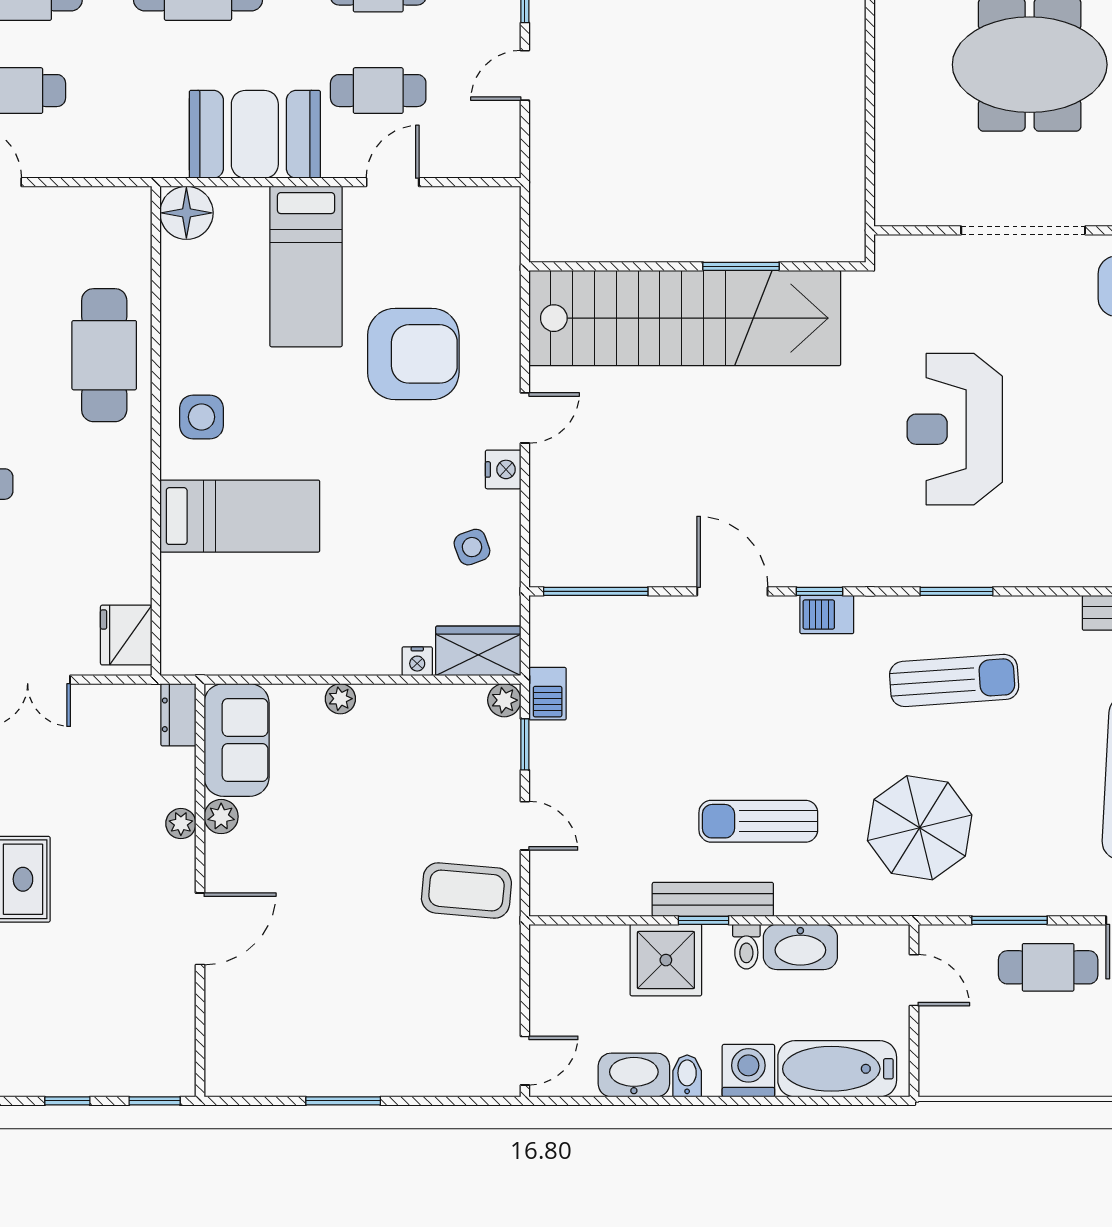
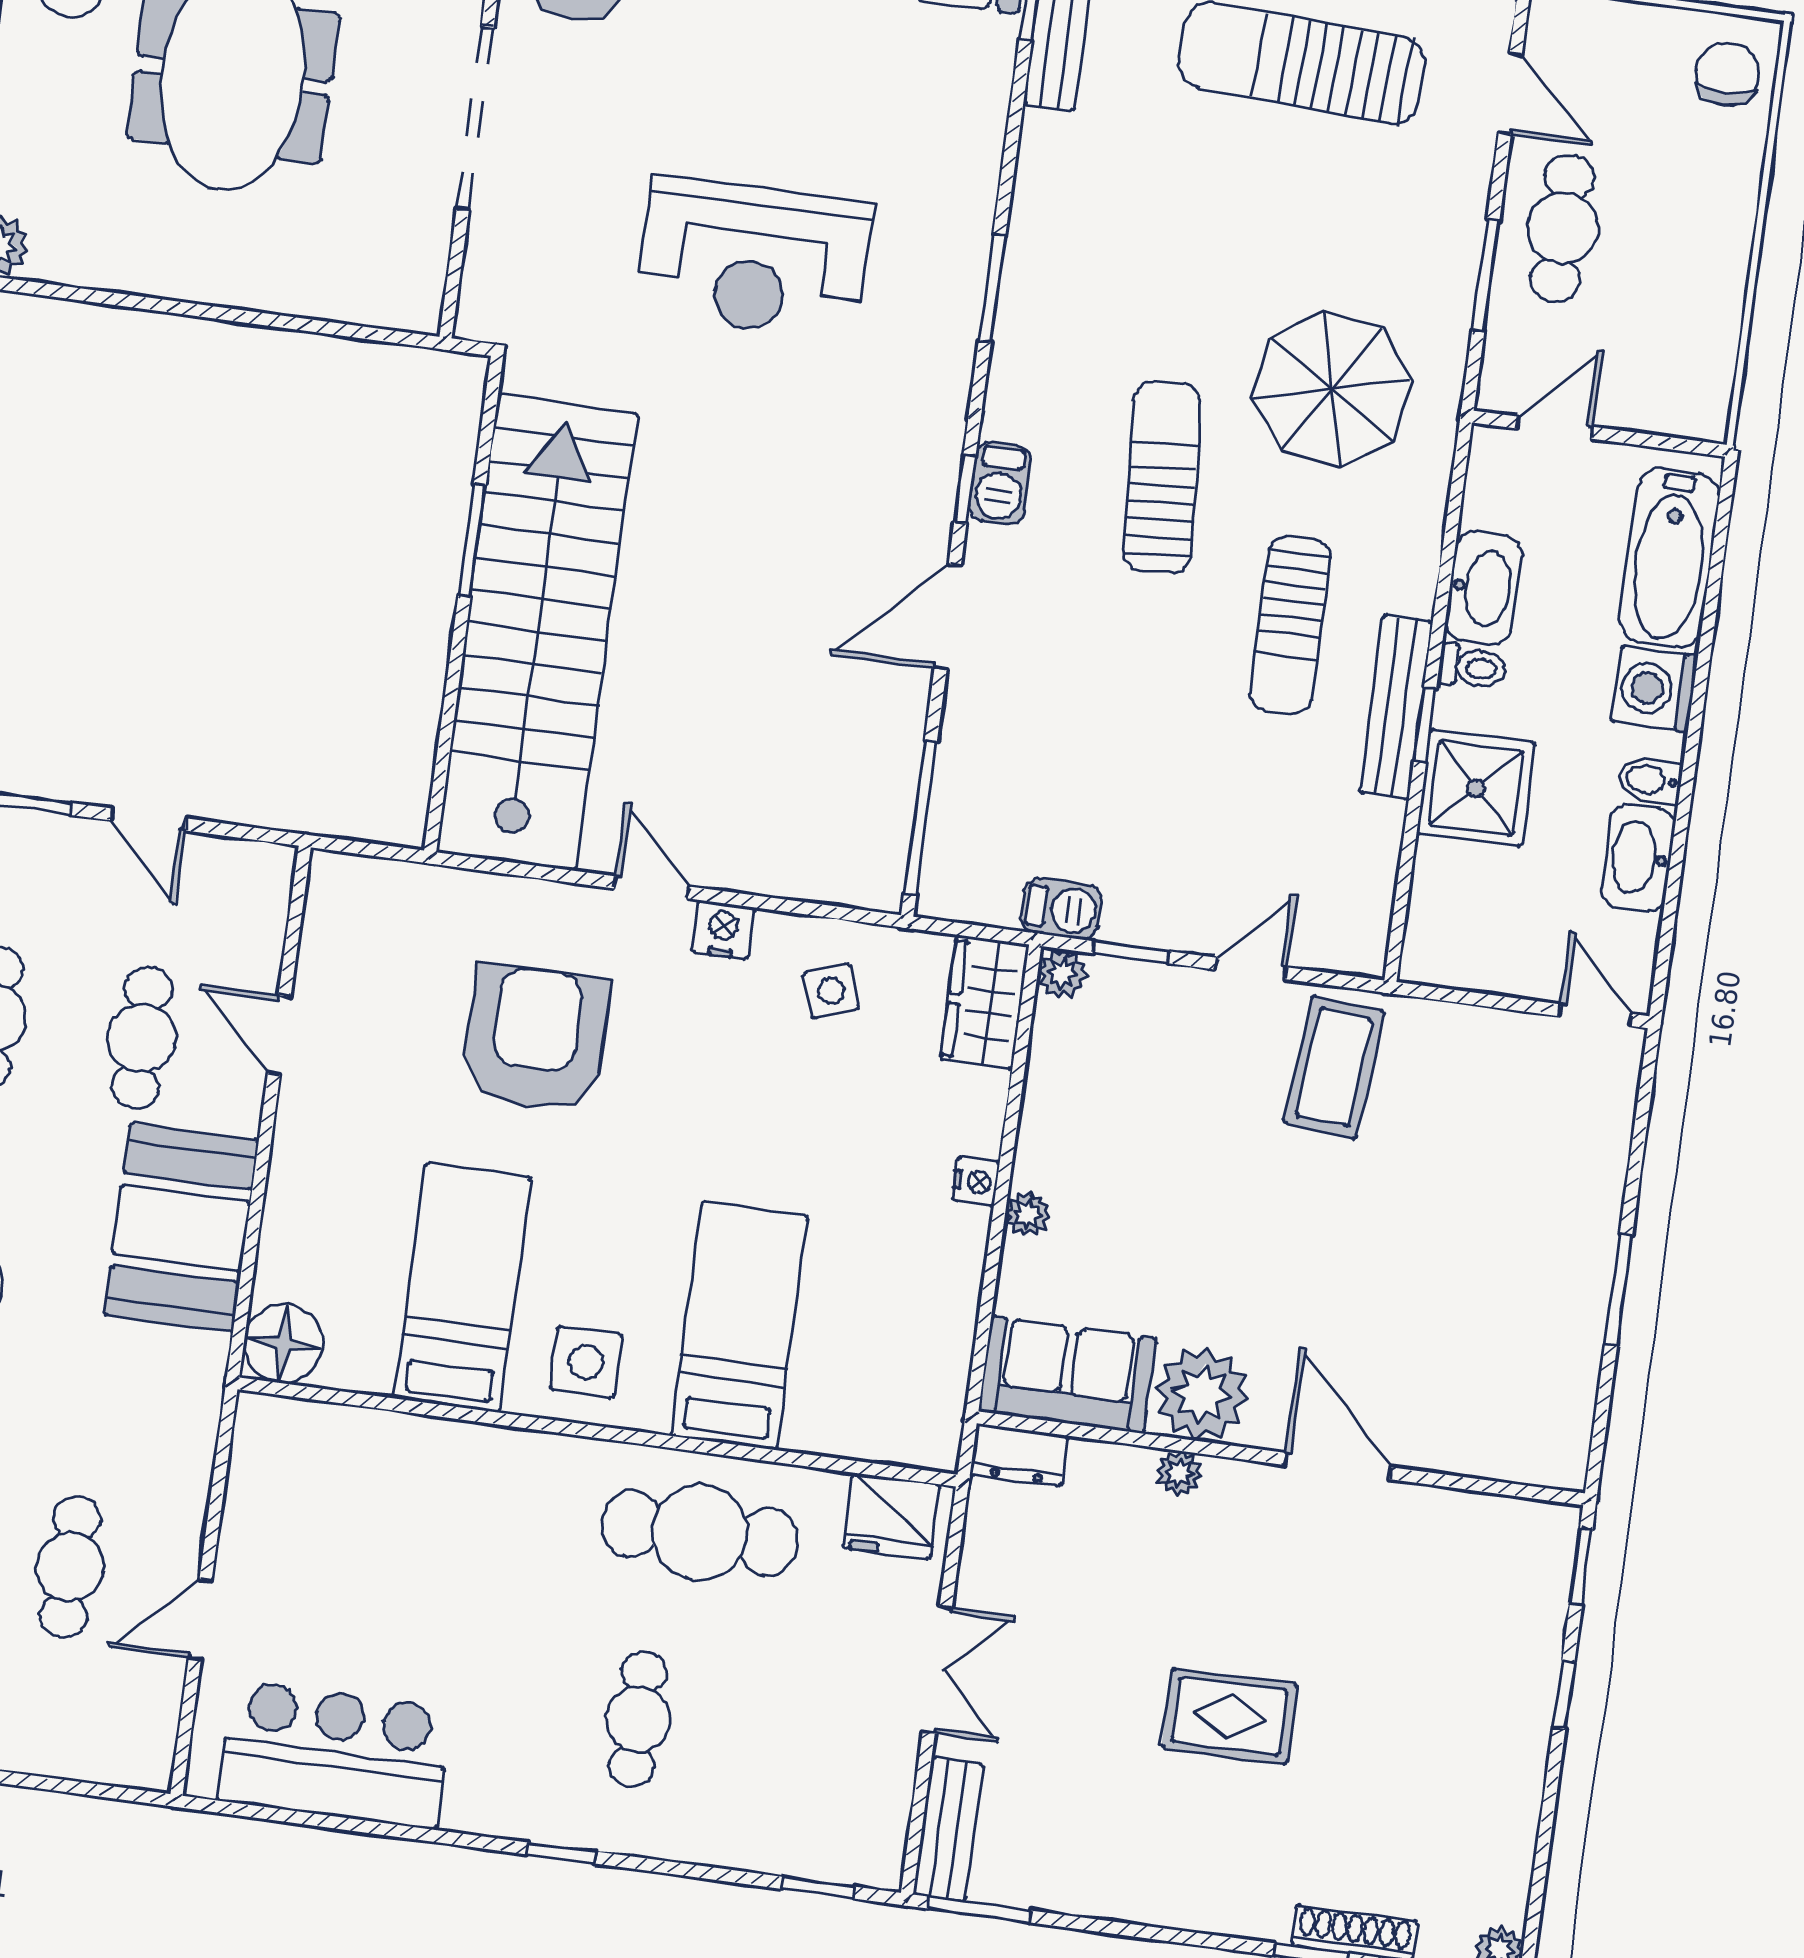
bed: (306, 267) -> (462, 1288), moved, turned -90
cafe table: (104, 355) -> (700, 1533), moved
nightstand: (417, 661) -> (976, 1181), moved
sun lounger: (954, 680) -> (1162, 477), moved
plant: (221, 817) -> (1202, 1394), width x1.88, depth x1.88

